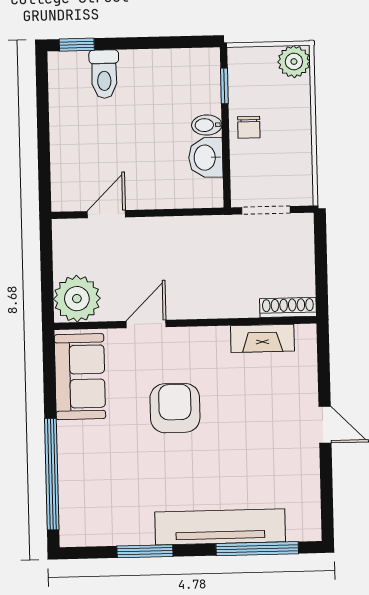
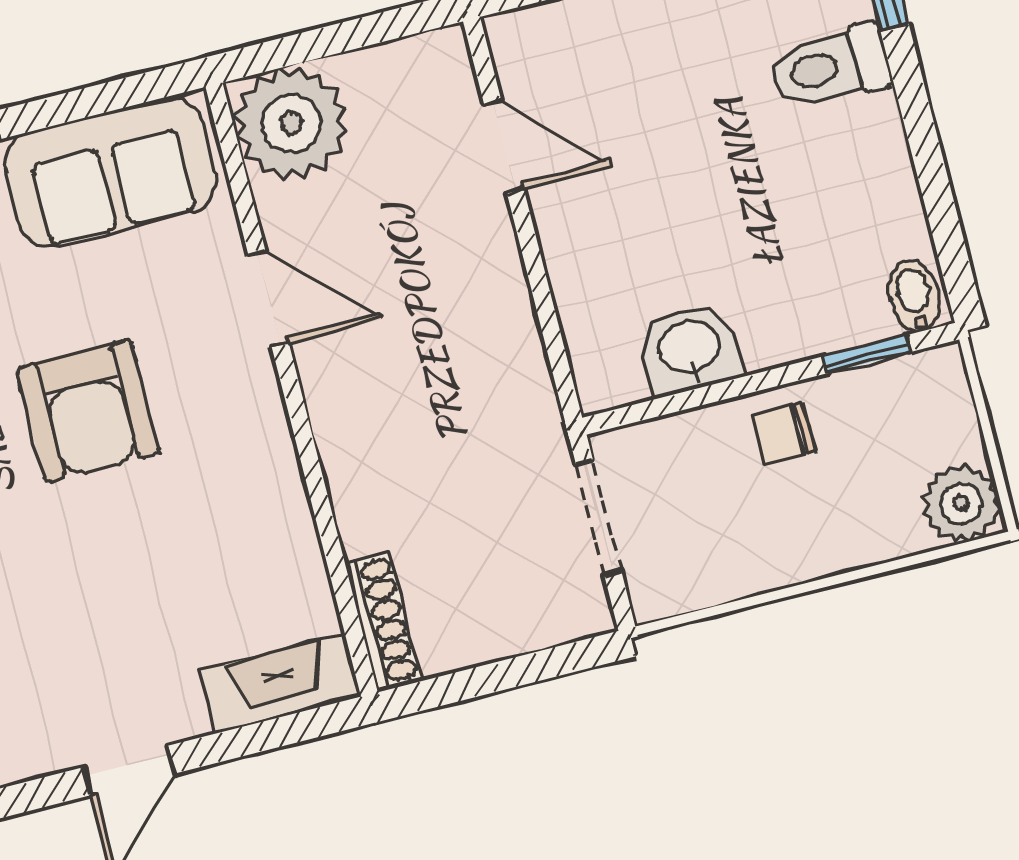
bidet: (207, 125) -> (914, 296), moved
fireplace: (262, 338) -> (280, 684), moved, turned 90
armchair: (175, 408) -> (88, 411), turned 90

